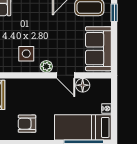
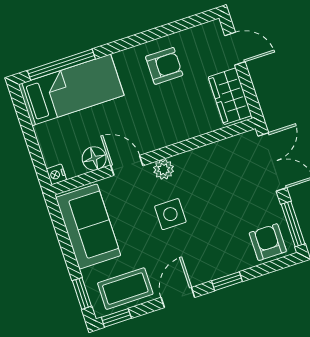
side table: (26, 54) -> (170, 214), moved
nightstand: (107, 109) -> (56, 174), moved

